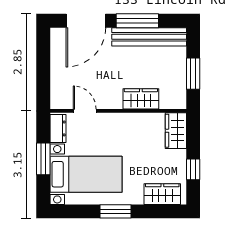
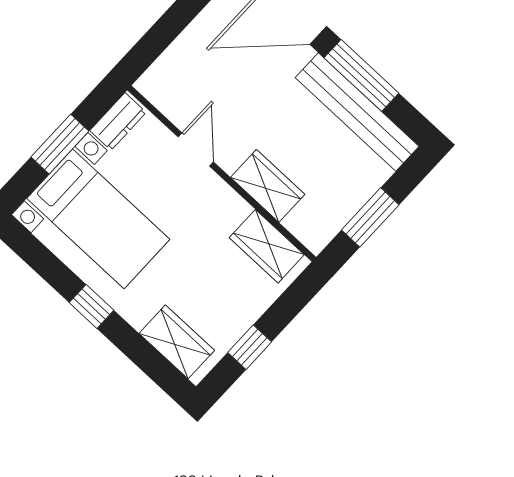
door: (85, 111) -> (196, 149), moved
wardrobe: (176, 131) -> (267, 246), moved, turned -90
window: (116, 211) -> (92, 306), width x0.67

